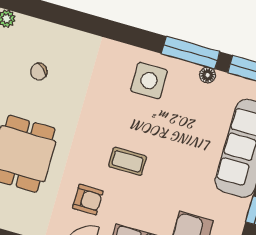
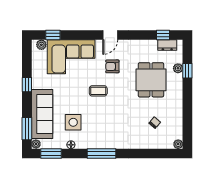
window: (191, 53) -> (101, 153), moved
side table: (149, 81) -> (73, 122), moved

